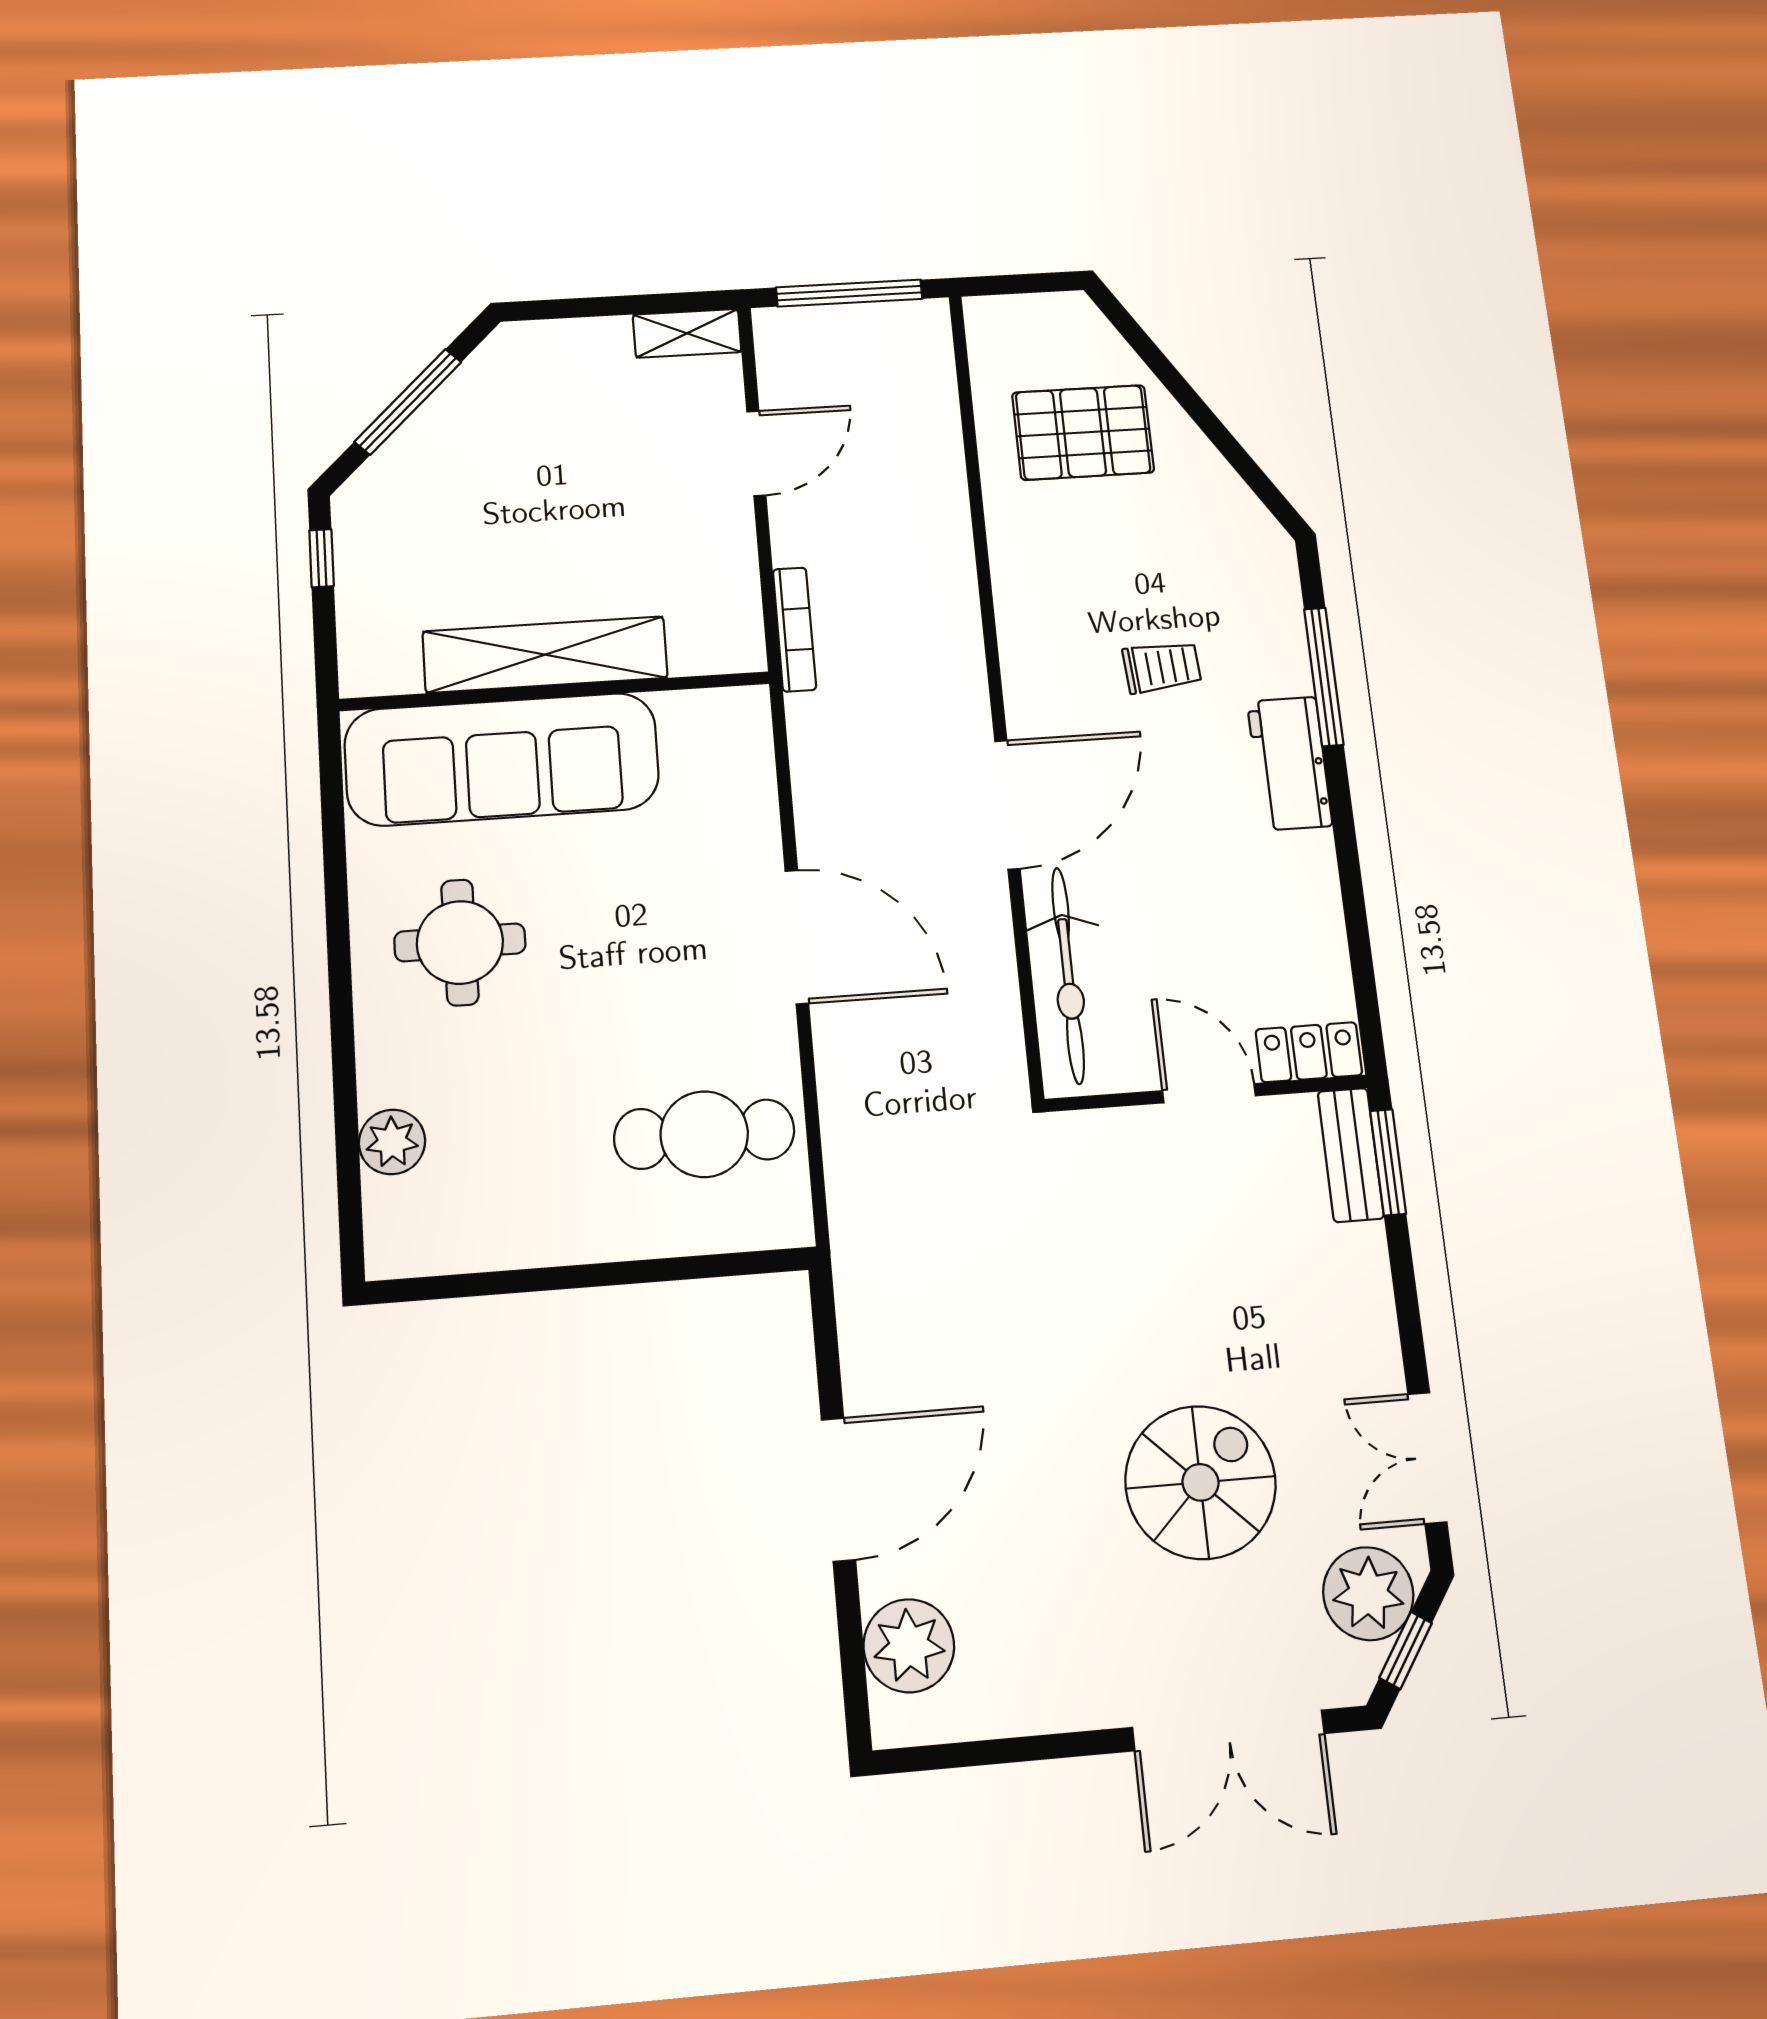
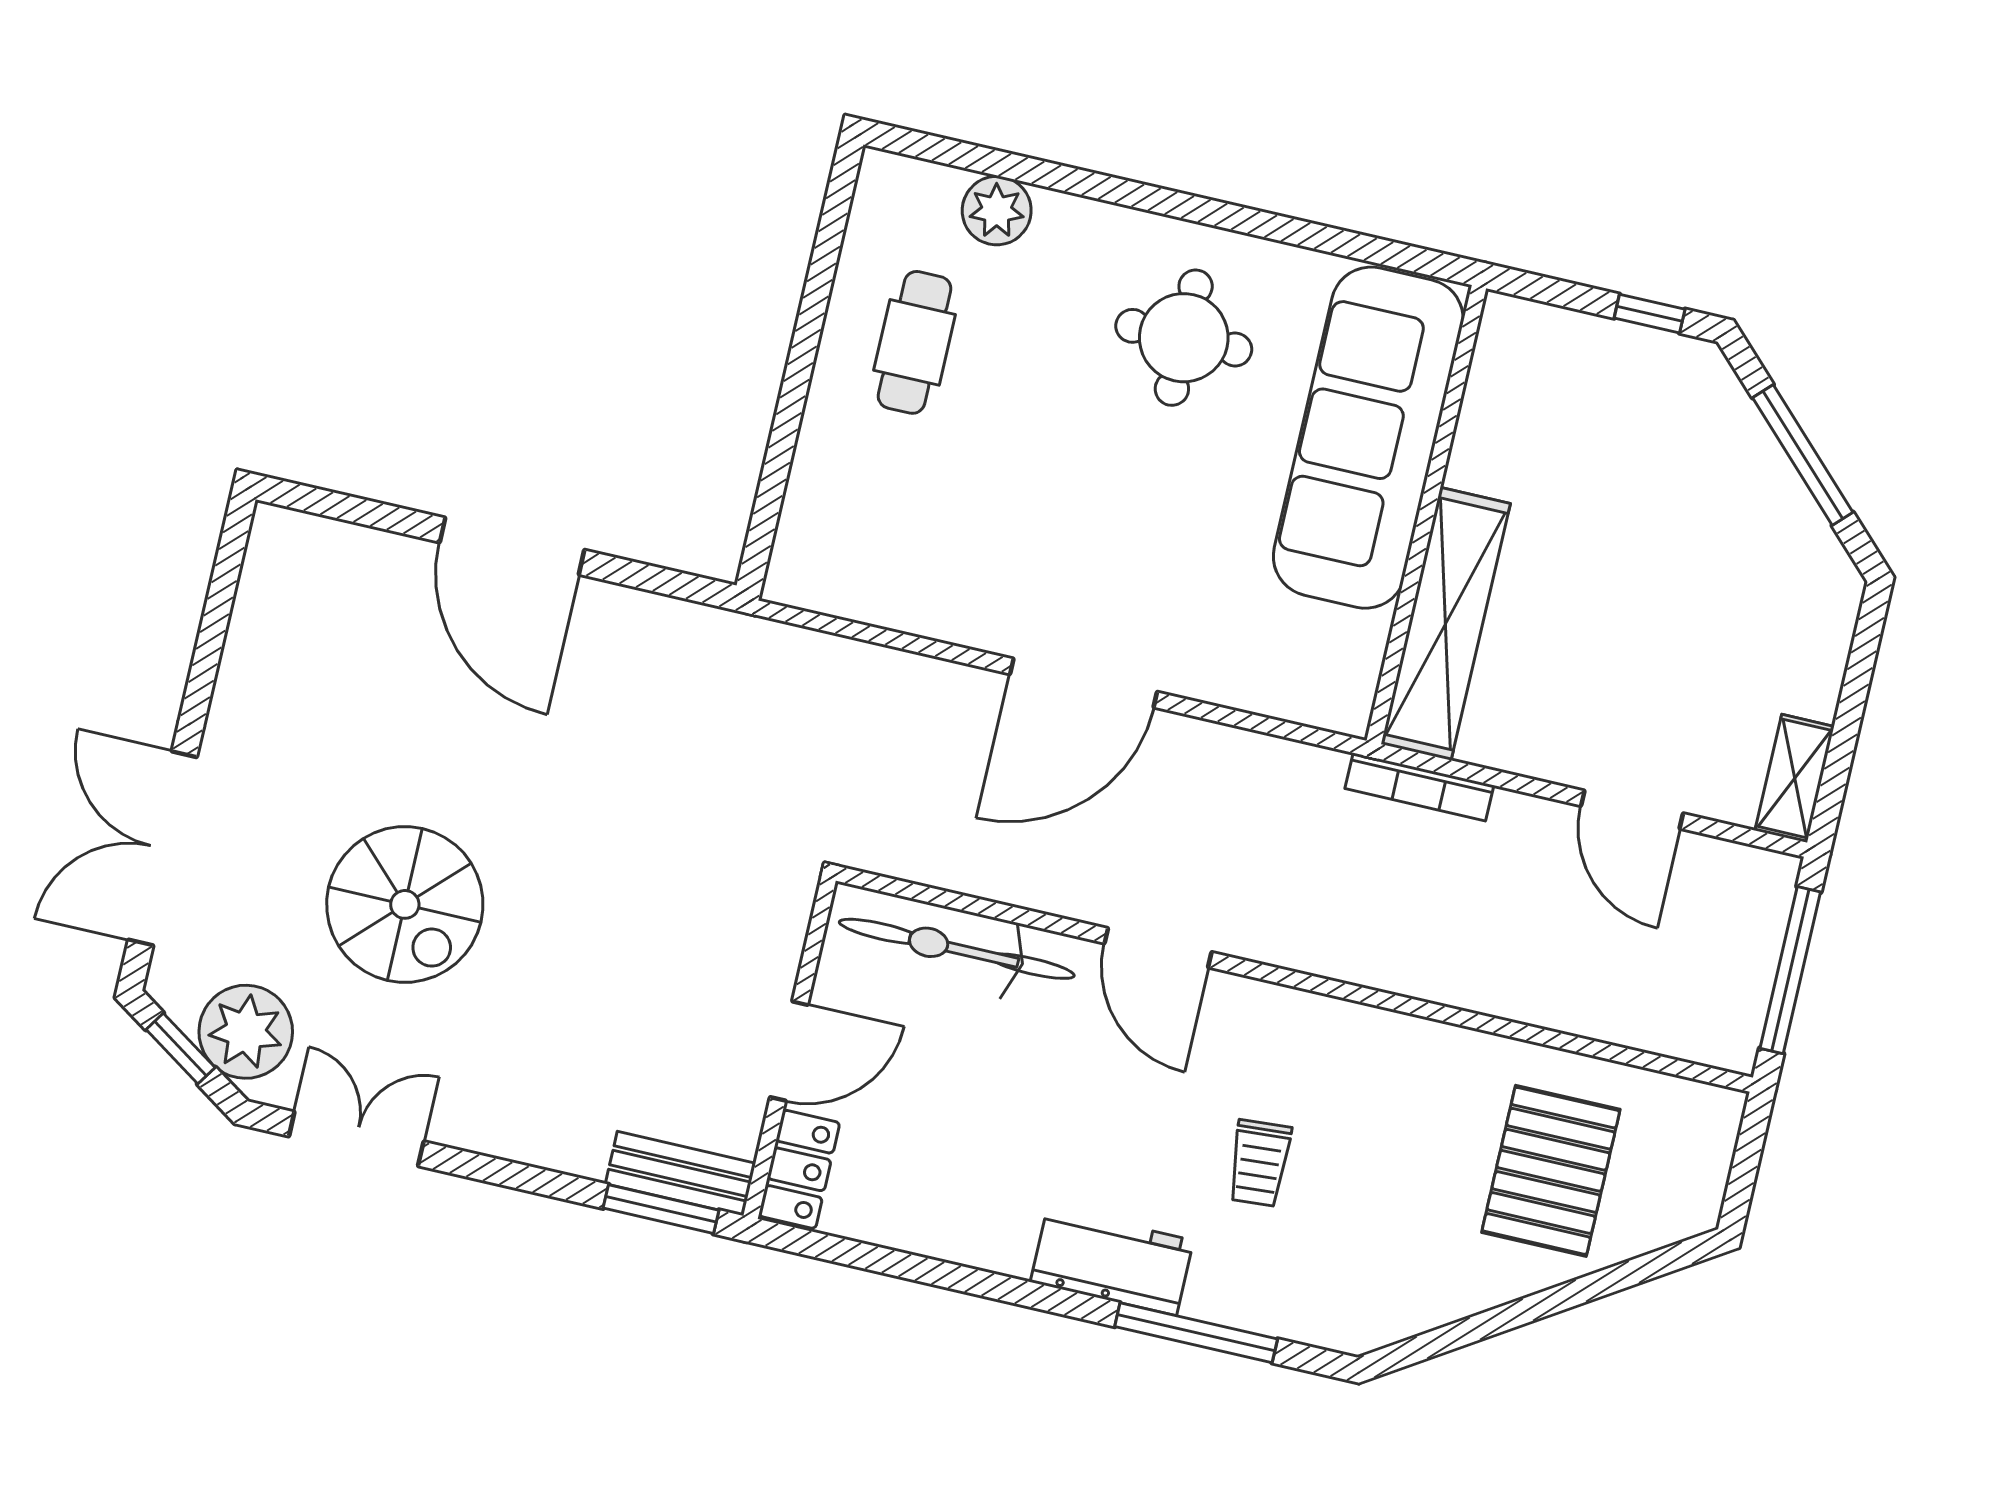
shelving: (545, 655) -> (1446, 624), moved
door: (1007, 805) -> (1158, 948), width x0.73
cafe table: (704, 1134) -> (915, 342), moved, width x0.73, depth x0.74
plant: (909, 1646) -> (341, 566), removed

